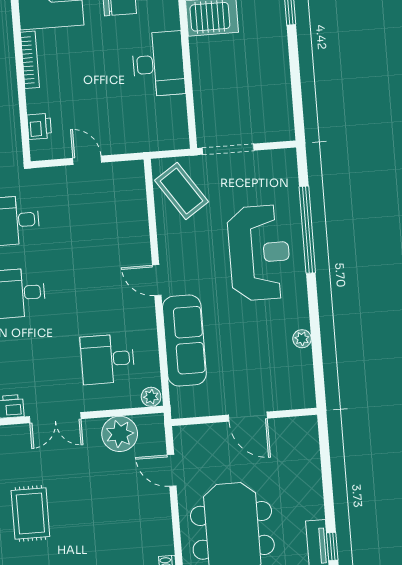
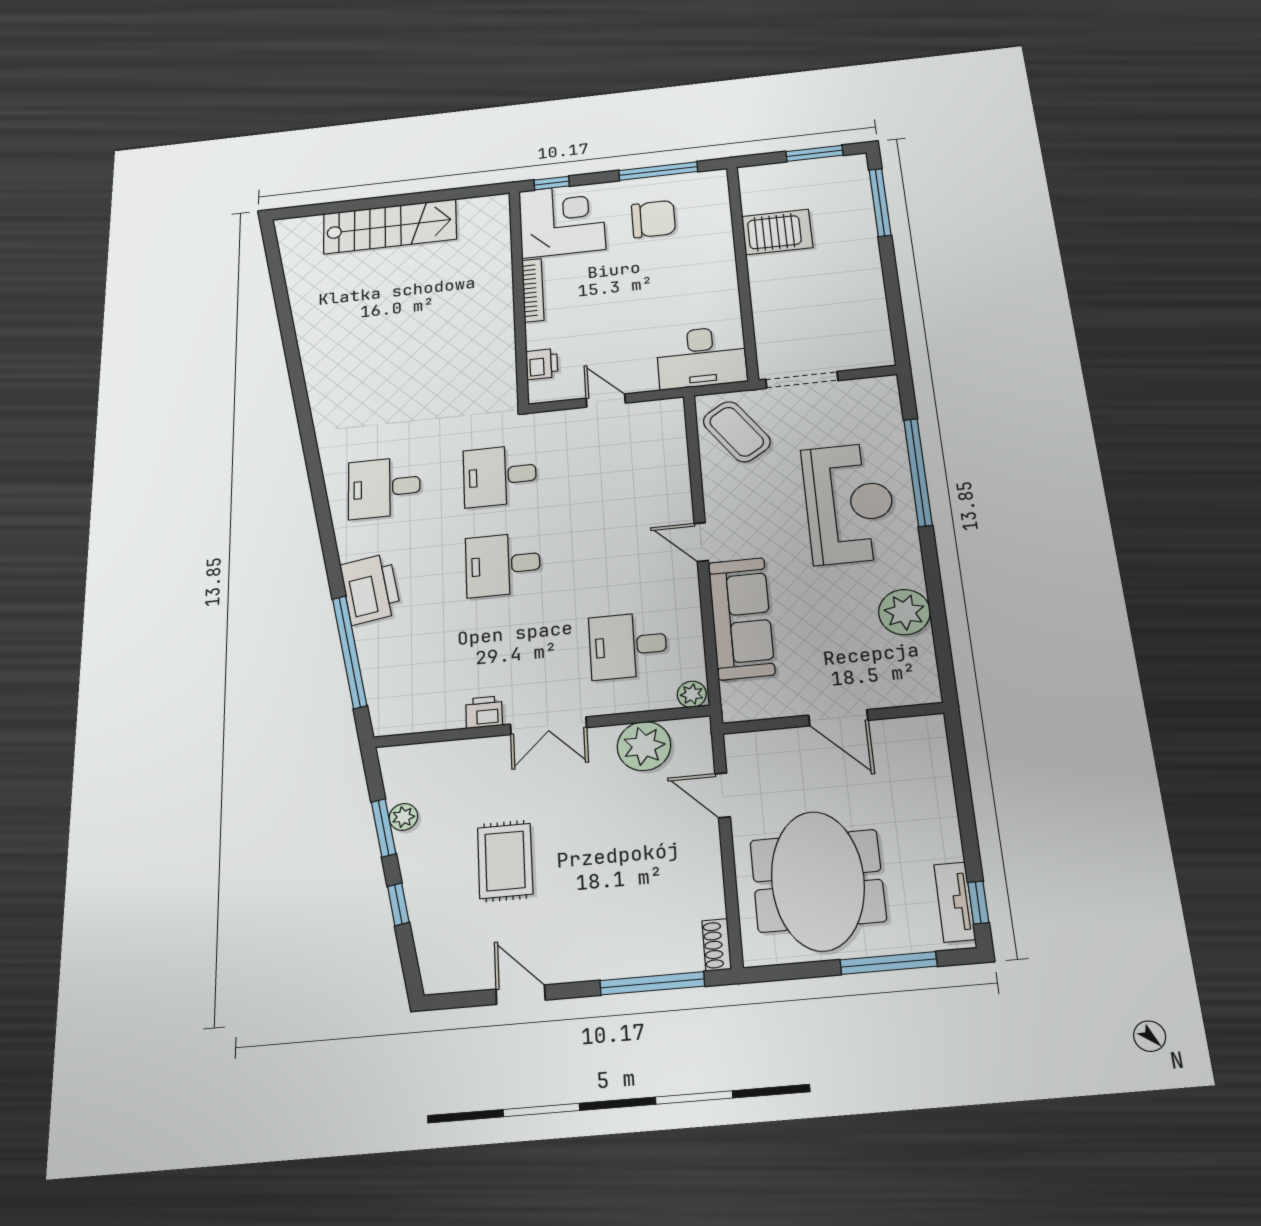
desk: (158, 64) -> (701, 357), moved, turned 90
plant: (302, 339) -> (904, 612), width x1.88, depth x1.88

